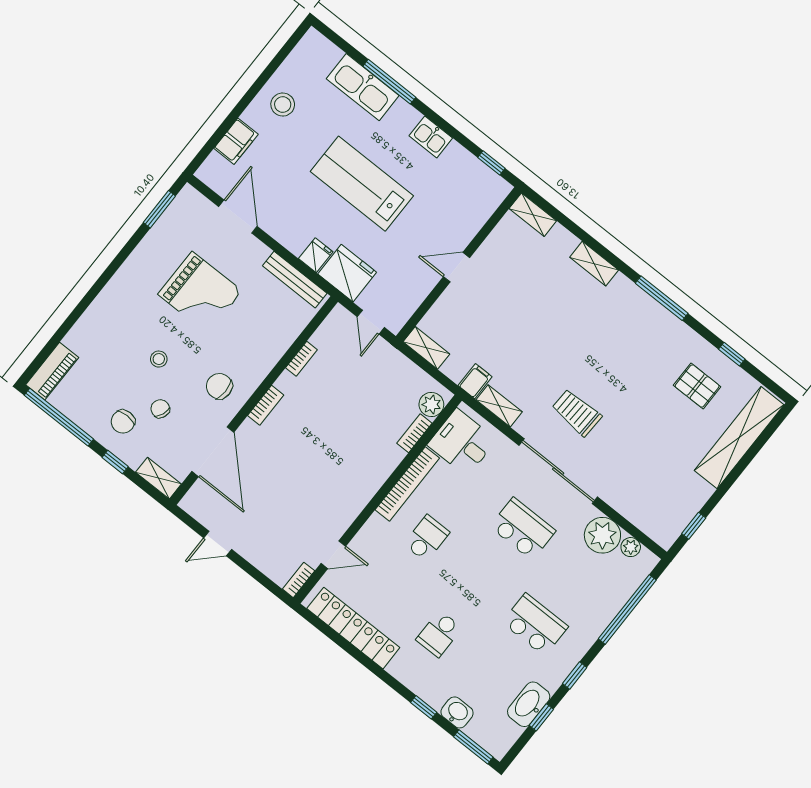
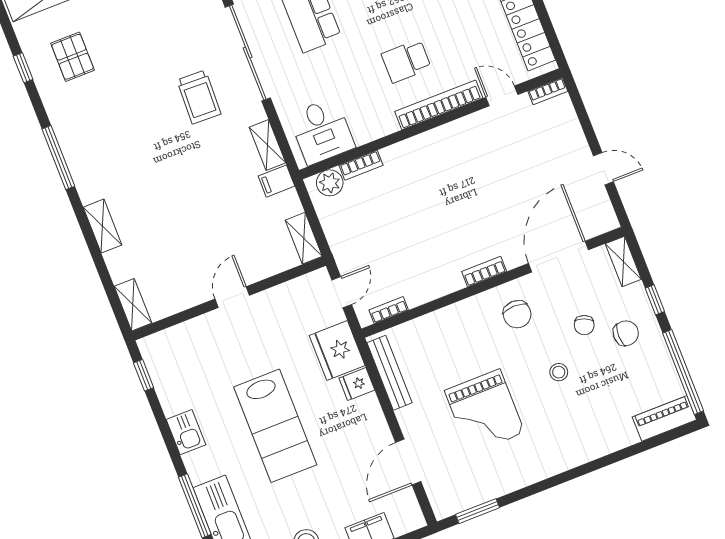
door: (457, 267) -> (232, 297), swing flipped
grand piano: (200, 293) -> (485, 412), turned 180
bookcase: (301, 359) -> (389, 310), moved
bookcase: (407, 484) -> (439, 105), moved

